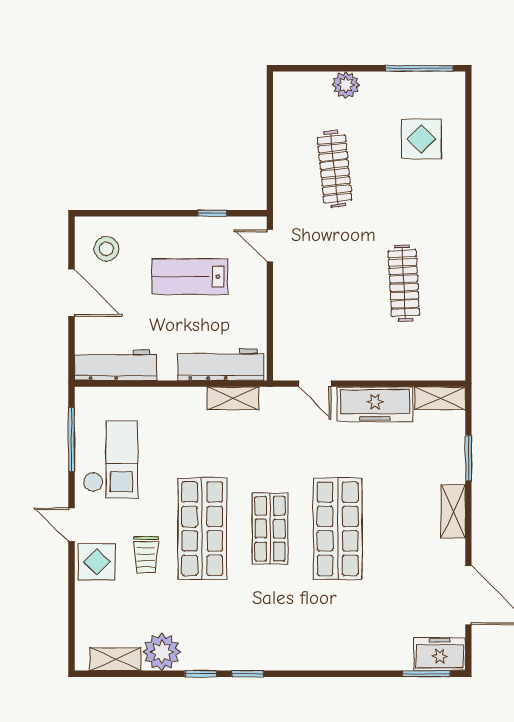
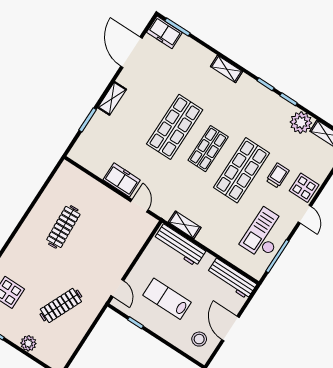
clothes rail: (335, 169) -> (61, 305), turned 30
lab bench: (190, 277) -> (167, 299), turned 180
shelving: (440, 398) -> (226, 69), moved
freezer: (375, 404) -> (122, 180), width x0.71

